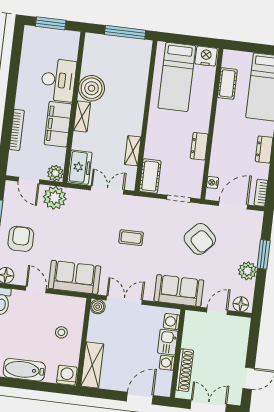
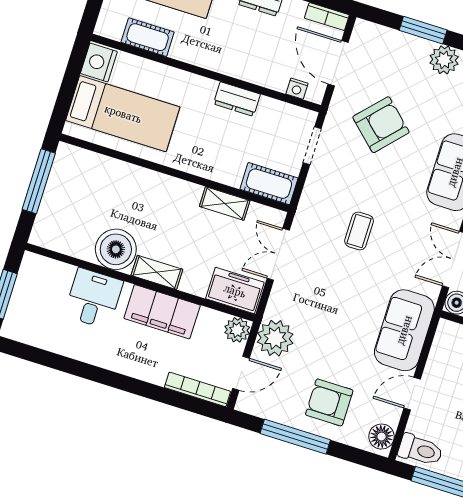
desk: (58, 80) -> (94, 298), width x0.73
bookcase: (17, 130) -> (197, 389), moved

